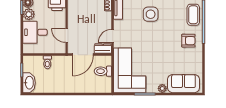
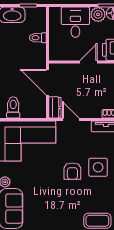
door: (67, 36) -> (89, 62), moved
armchair: (188, 41) -> (72, 171), moved
toilet: (103, 71) -> (13, 107), moved

